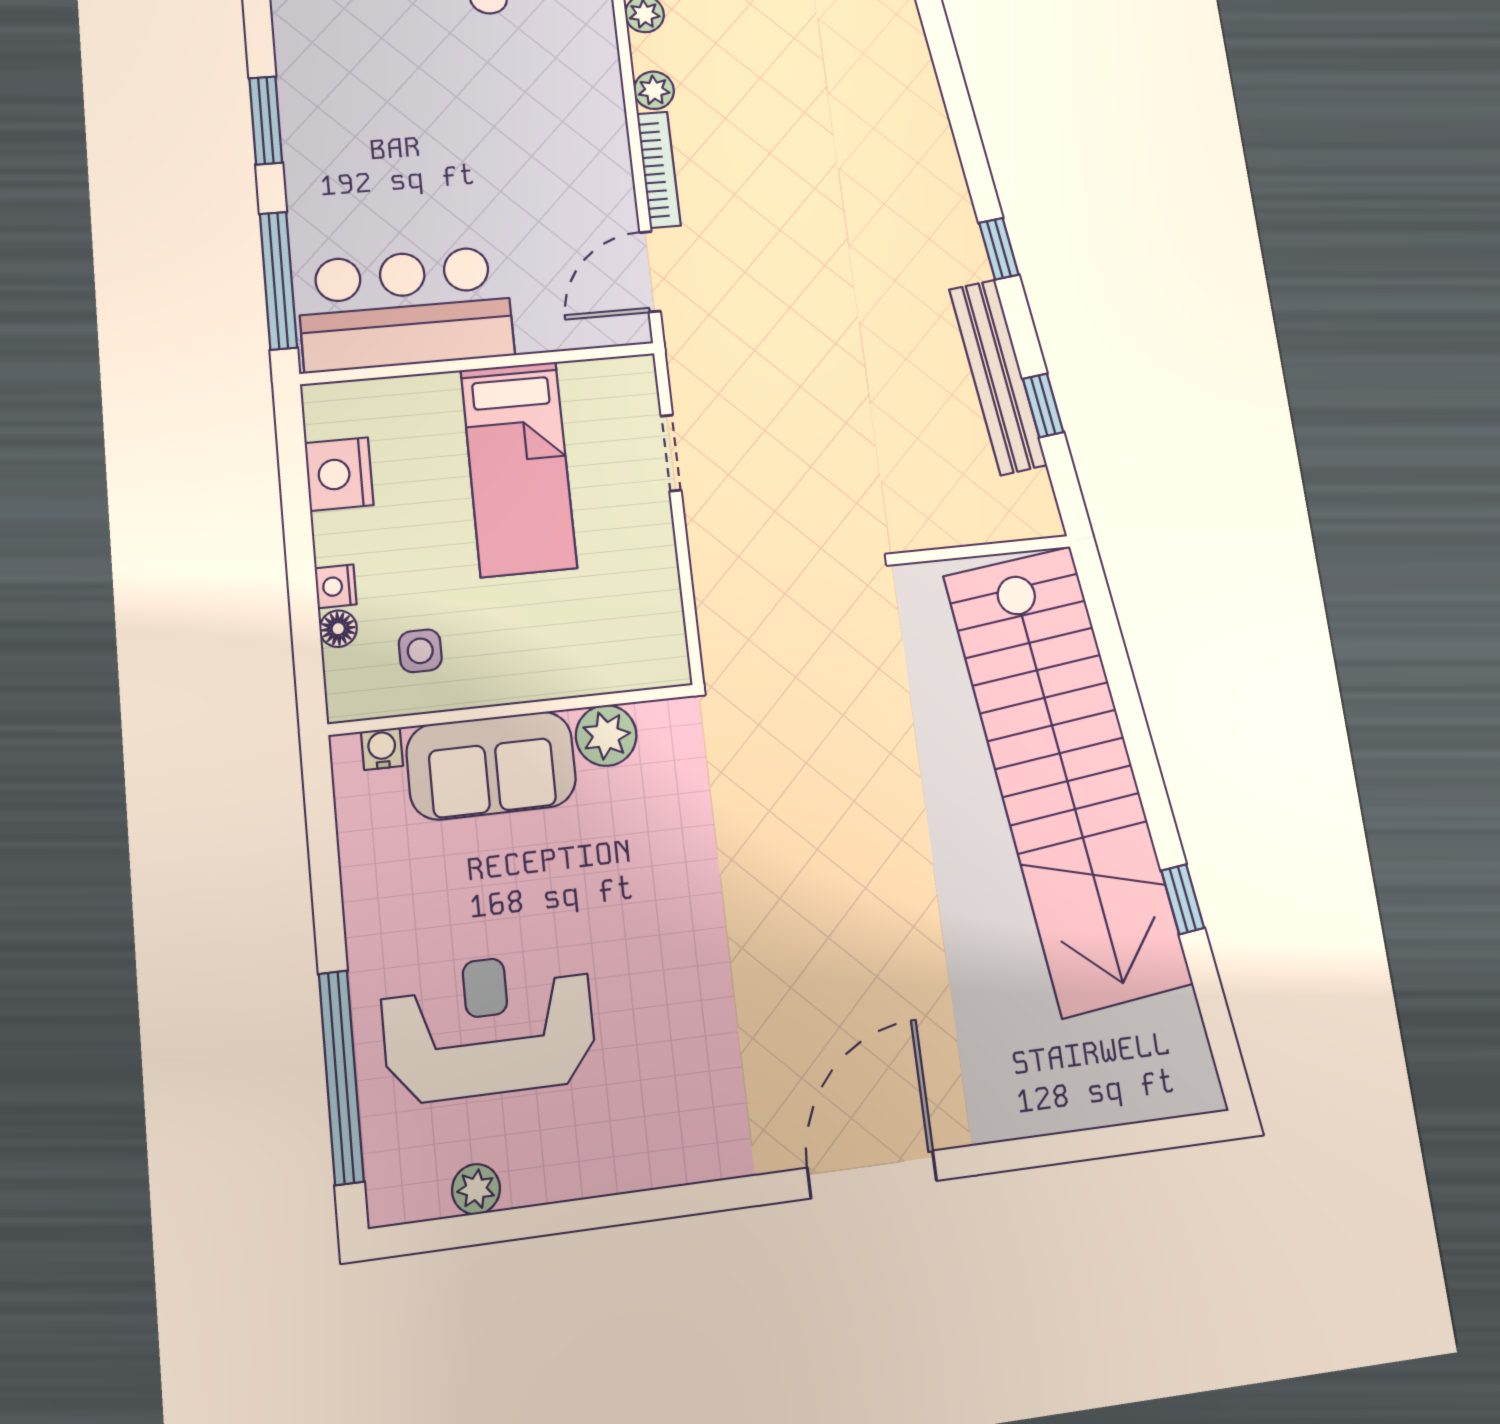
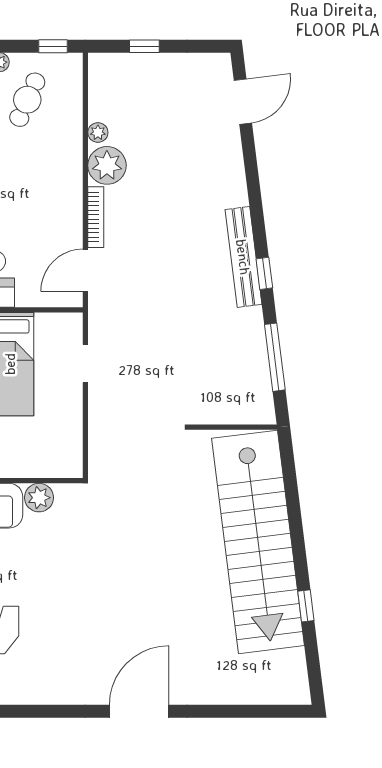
plant: (654, 90) -> (107, 165), width x1.88, depth x1.88
bench: (998, 377) -> (243, 257), moved
window: (1043, 405) -> (275, 357), width x2.17

